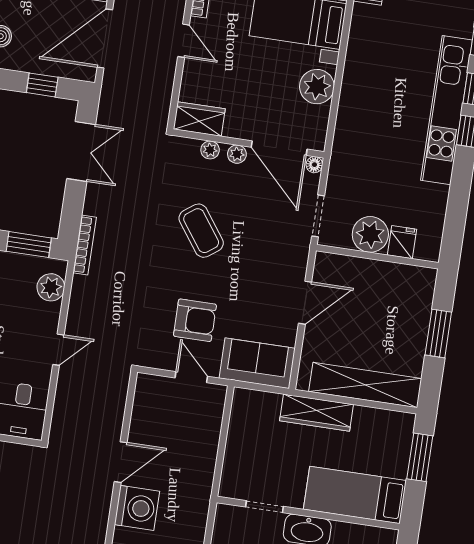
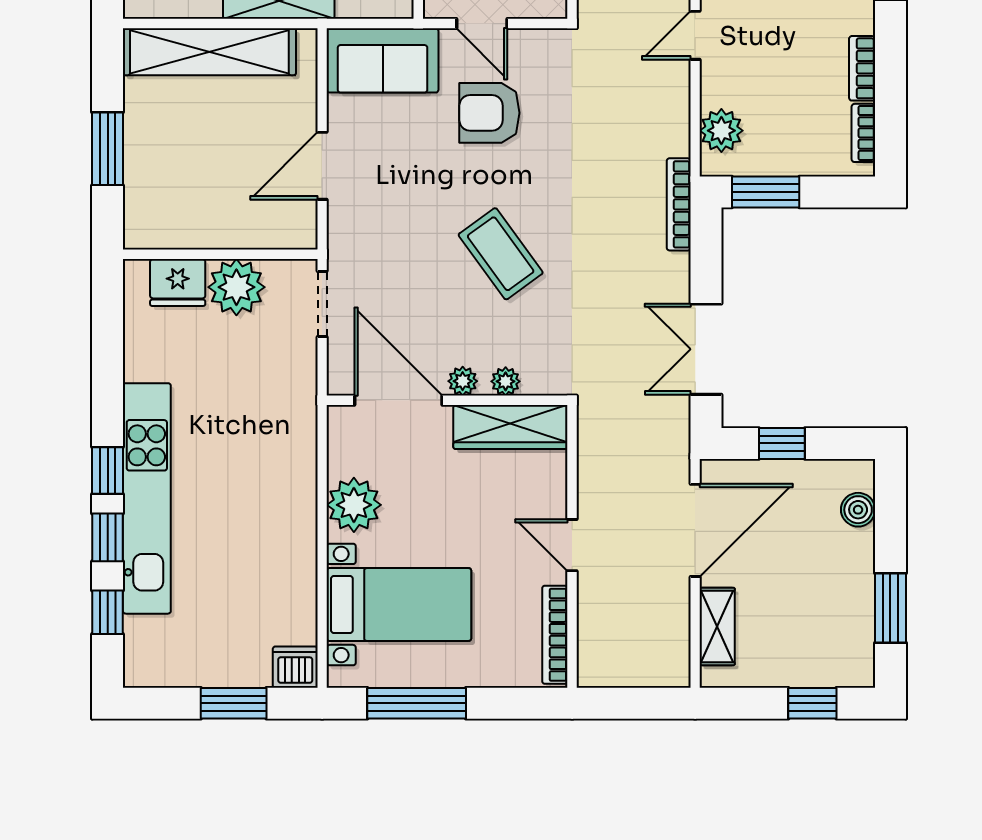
wardrobe: (199, 119) -> (510, 427), width x1.50
floor lamp: (314, 165) -> (340, 383), removed
fridge: (402, 242) -> (178, 282), width x1.38

